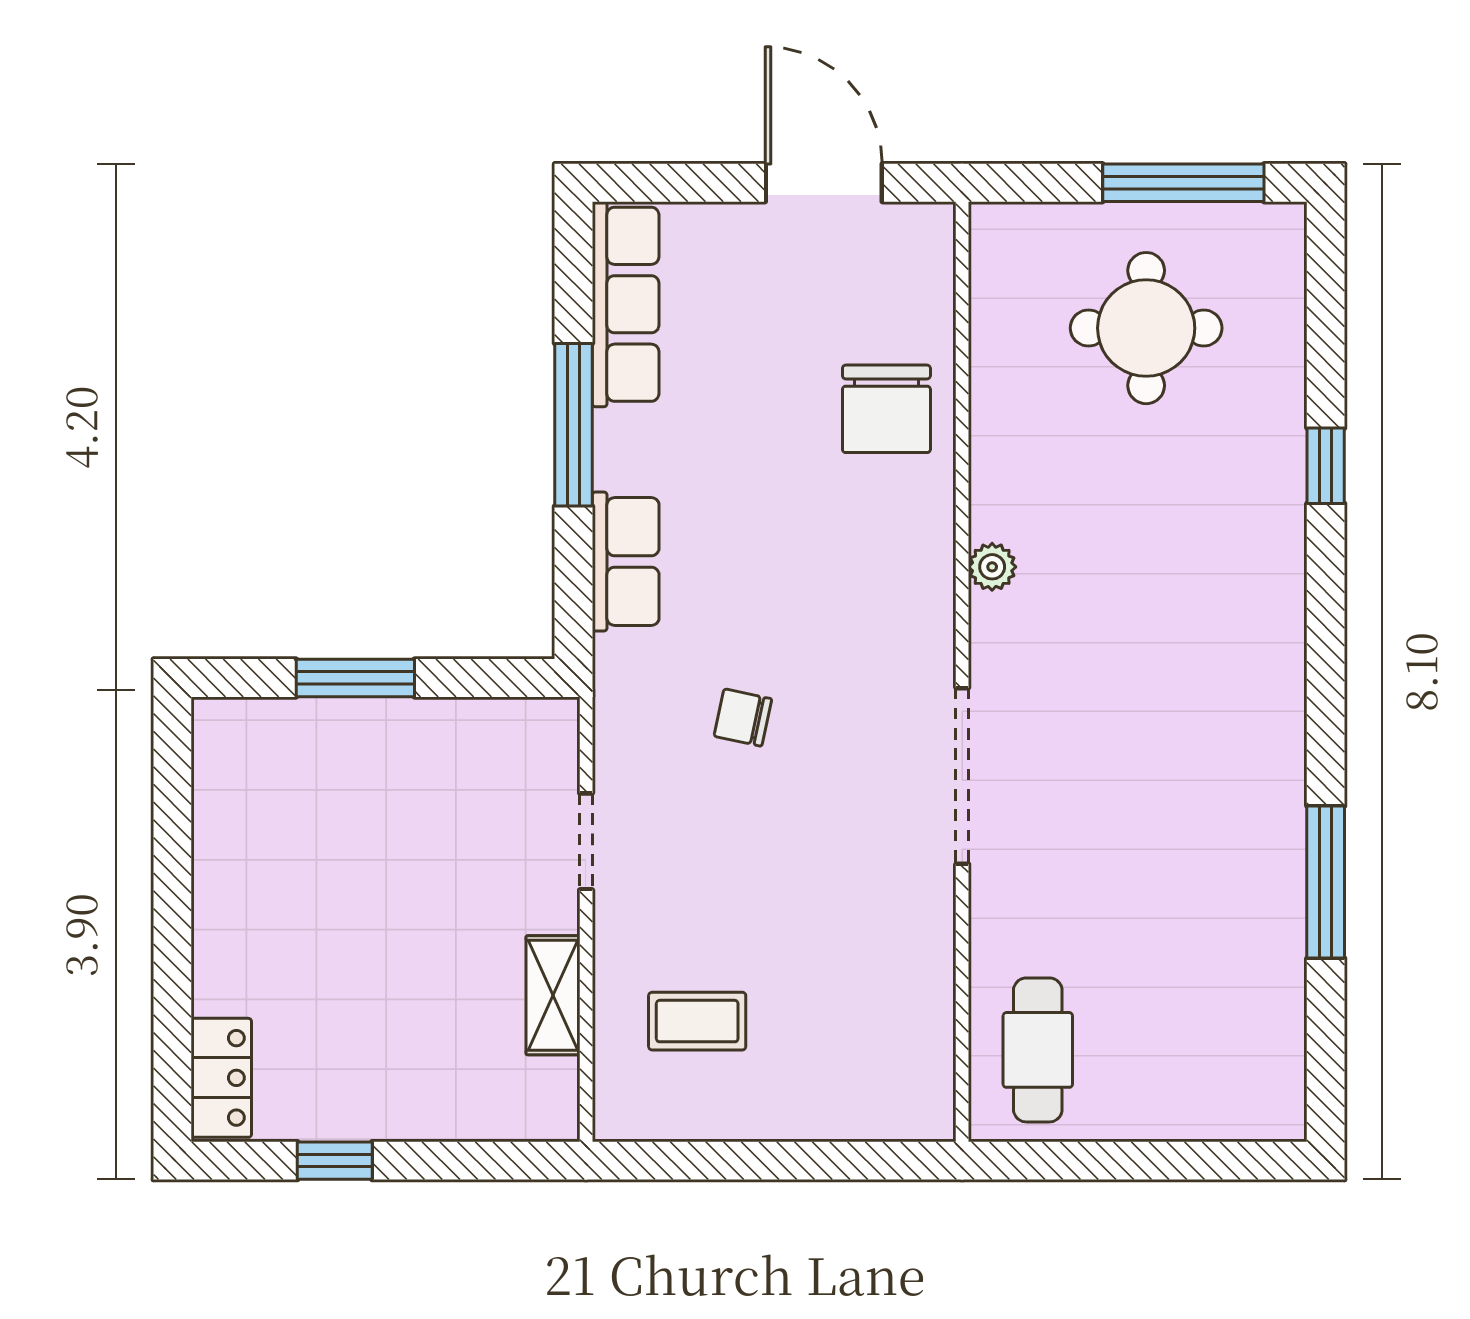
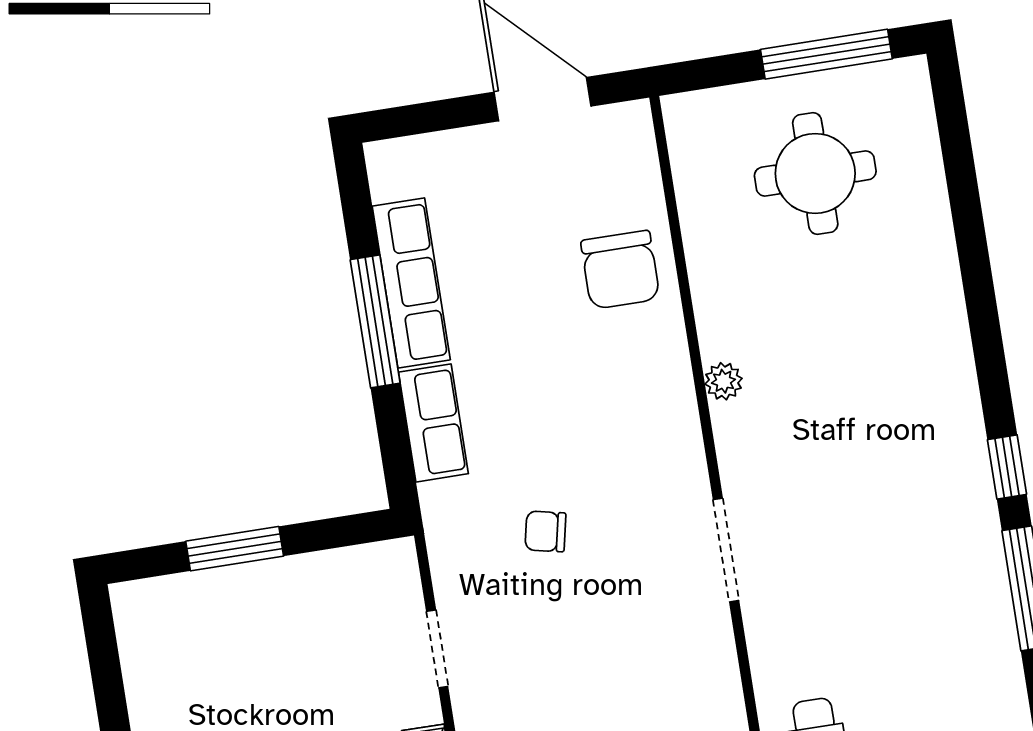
row of seats: (626, 304) -> (411, 283), moved
window: (1326, 466) -> (1007, 467), moved
doorway: (962, 776) -> (726, 550), width x0.73

